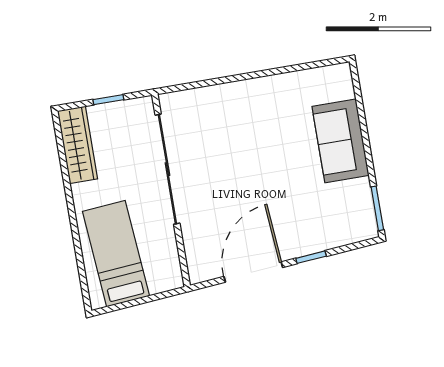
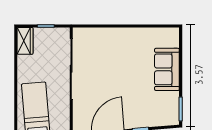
wardrobe: (78, 145) -> (25, 41), width x0.67

